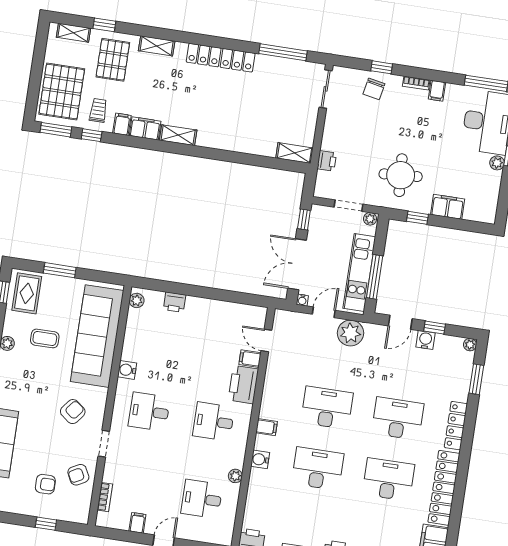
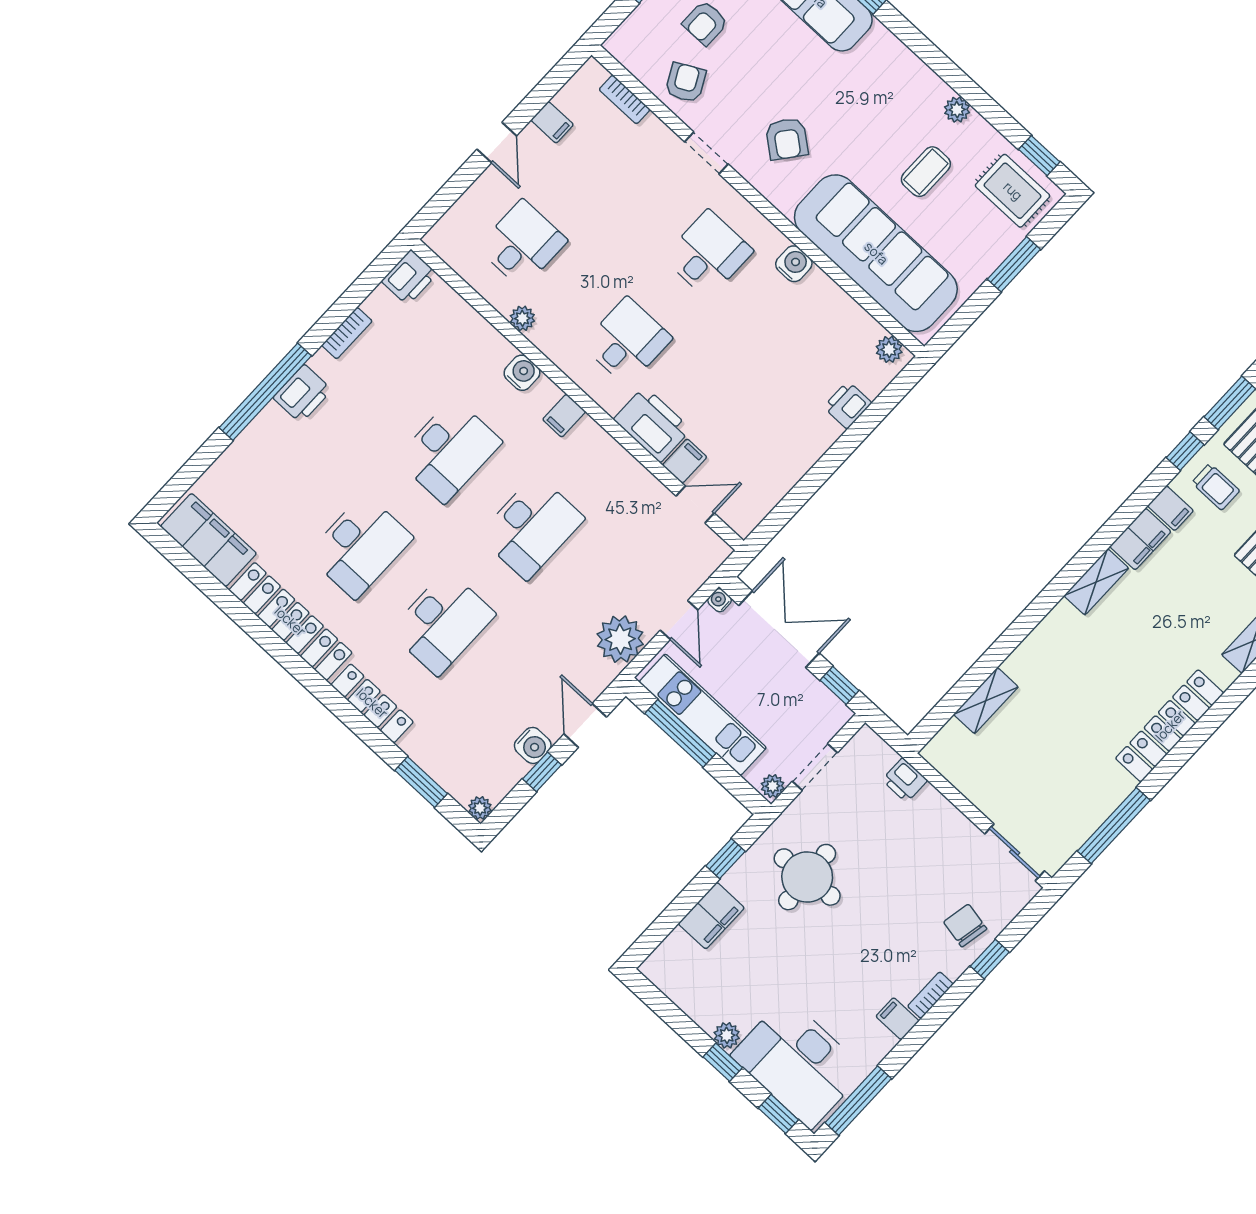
shelving: (294, 153) -> (986, 701), moved

